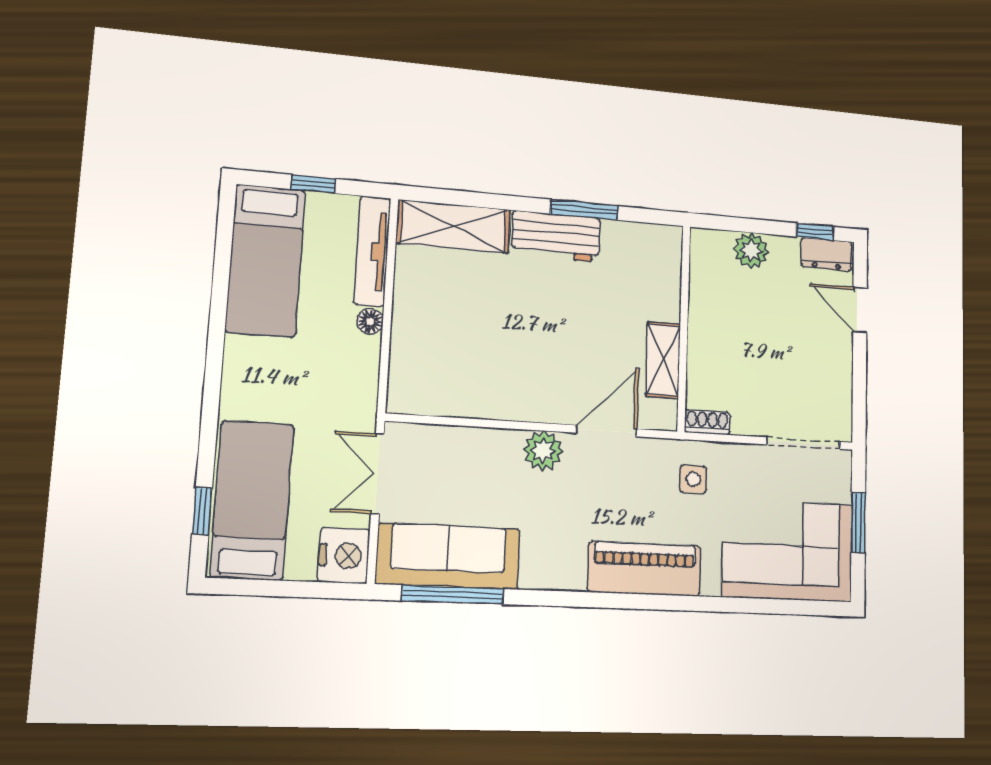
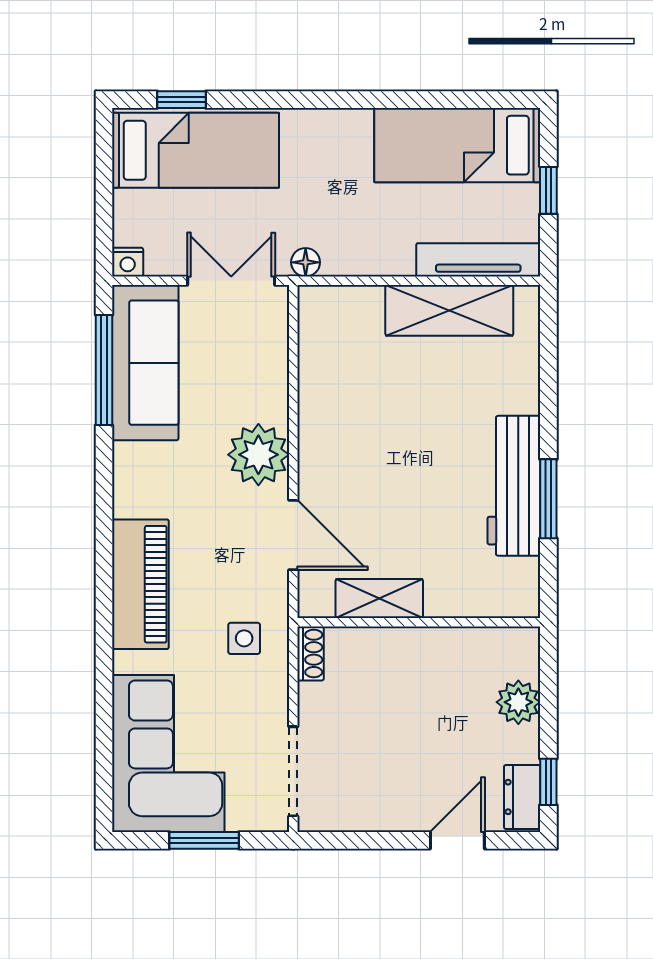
shelving: (453, 226) -> (449, 310), moved, turned 90
workbench: (556, 236) -> (514, 486), width x1.37
floor lamp: (370, 321) -> (306, 262), moved
plant: (543, 451) -> (258, 455), width x1.36, depth x1.36
nightstand: (344, 556) -> (128, 262), width x0.53, depth x0.56

